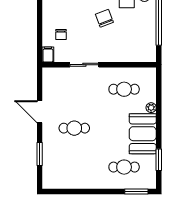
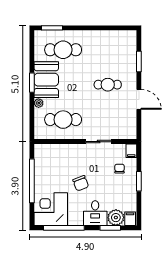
window: (40, 20) -> (139, 181), added
cafe table: (124, 89) -> (63, 120), width x1.37, depth x1.35
window: (159, 160) -> (32, 83), moved
cafe table: (124, 167) -> (63, 50), width x1.37, depth x1.35

